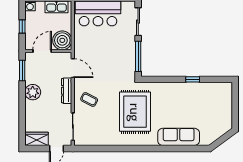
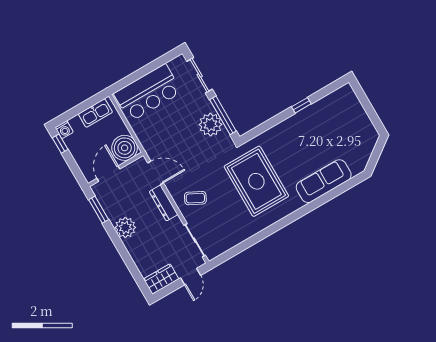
window: (22, 26) -> (60, 144), moved
plant: (127, 58) -> (210, 125), added

